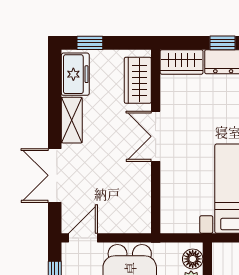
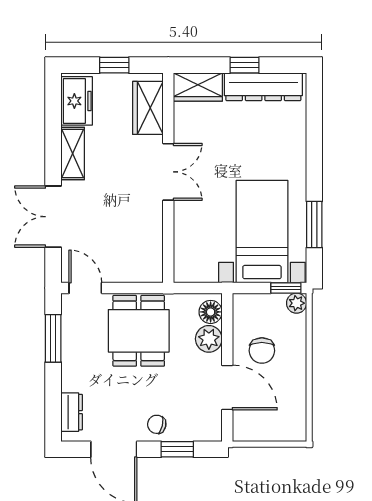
window: (90, 43) -> (114, 65), moved
double door: (156, 136) -> (168, 172), swing flipped
door: (83, 238) -> (85, 288), hinge flipped

